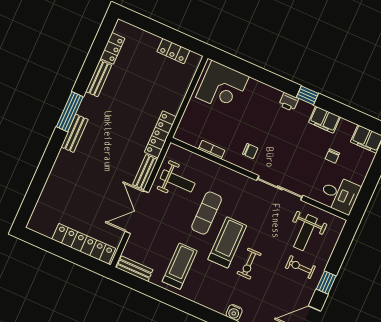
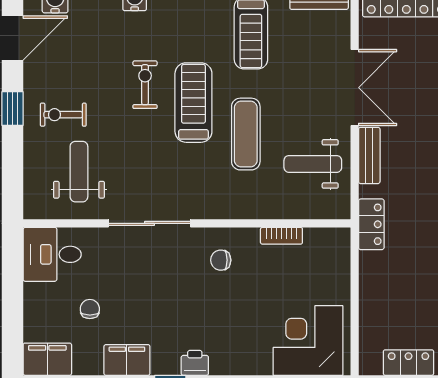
locker: (160, 134) -> (371, 224), width x0.66
treadmill: (227, 242) -> (193, 103), turned 180
exercise bike: (300, 267) -> (63, 115), turned 180

